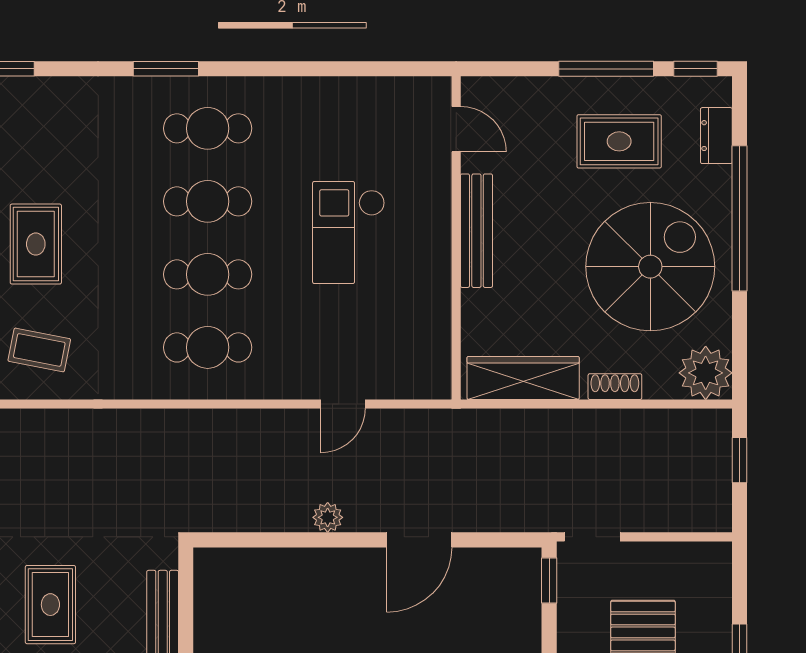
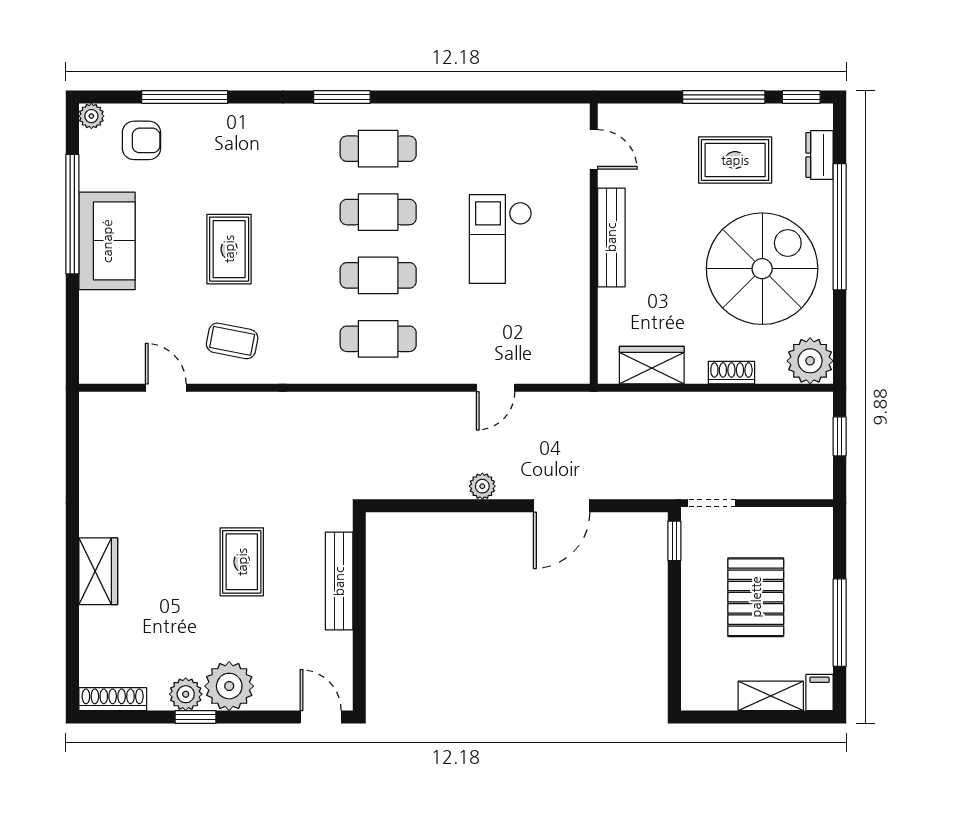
wardrobe: (523, 378) -> (652, 365), width x0.67

